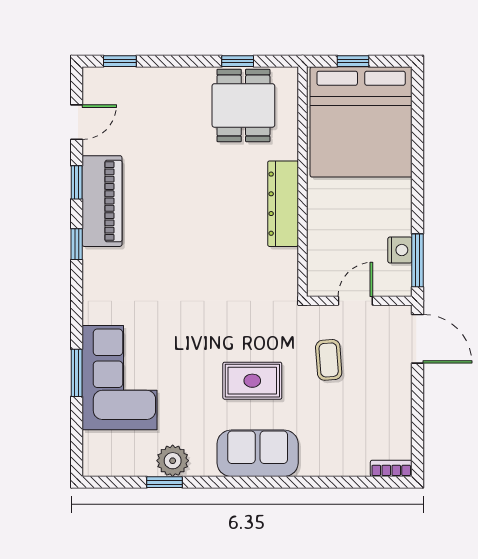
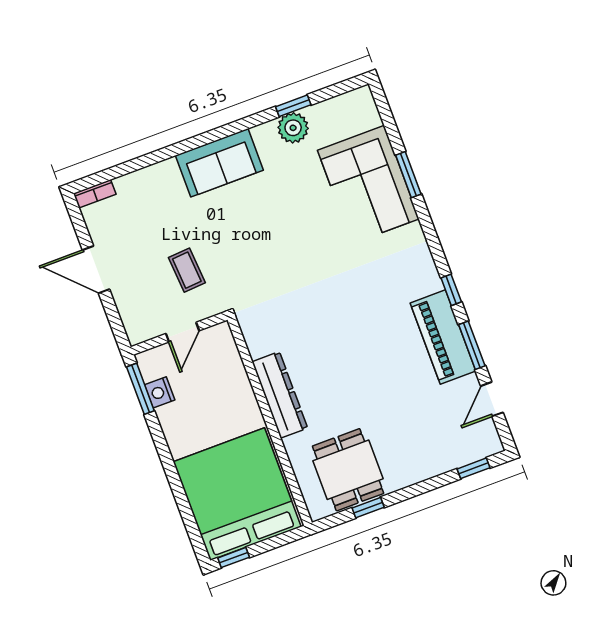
window: (353, 61) -> (234, 558), moved
window: (77, 182) -> (472, 345), width x1.50
door: (417, 339) -> (96, 270), moved
rug: (252, 381) -> (248, 226), removed

